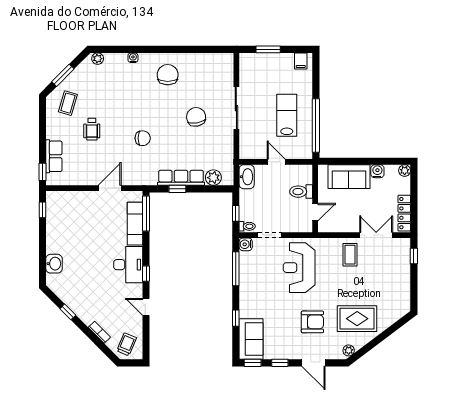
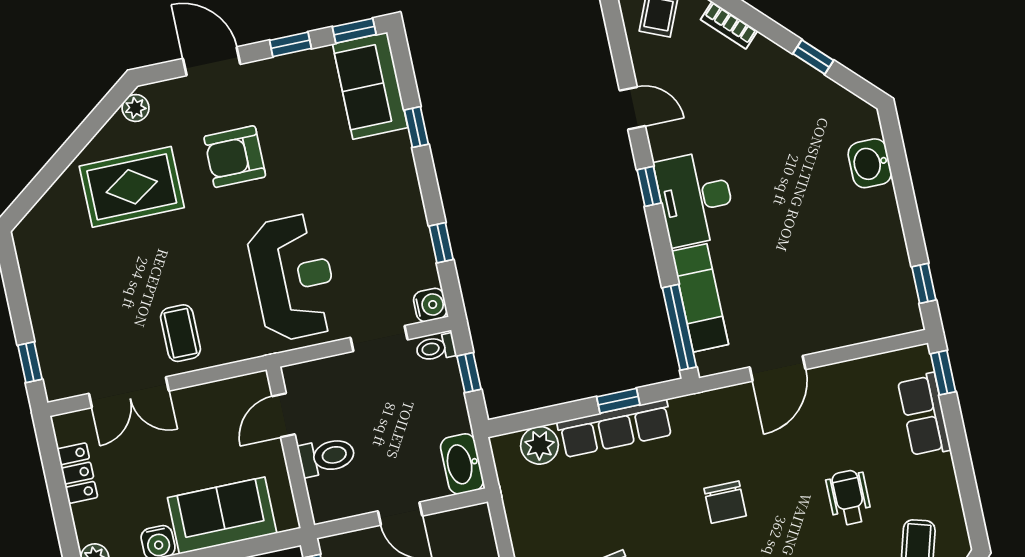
chair: (143, 138) -> (725, 502), turned -90
locker: (404, 213) -> (77, 473), width x0.66
window: (236, 269) -> (441, 243), width x0.46

